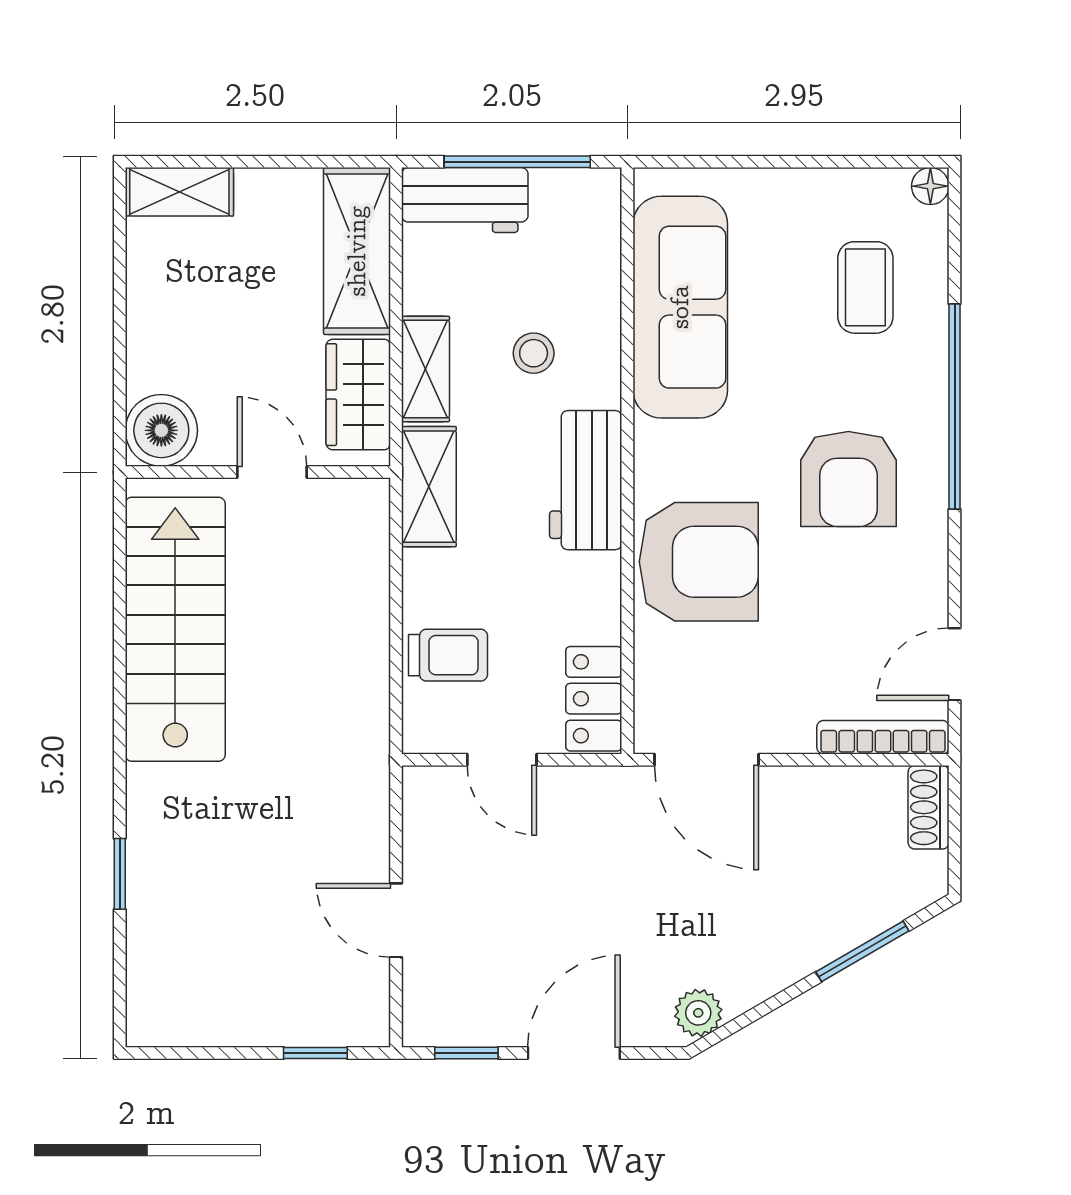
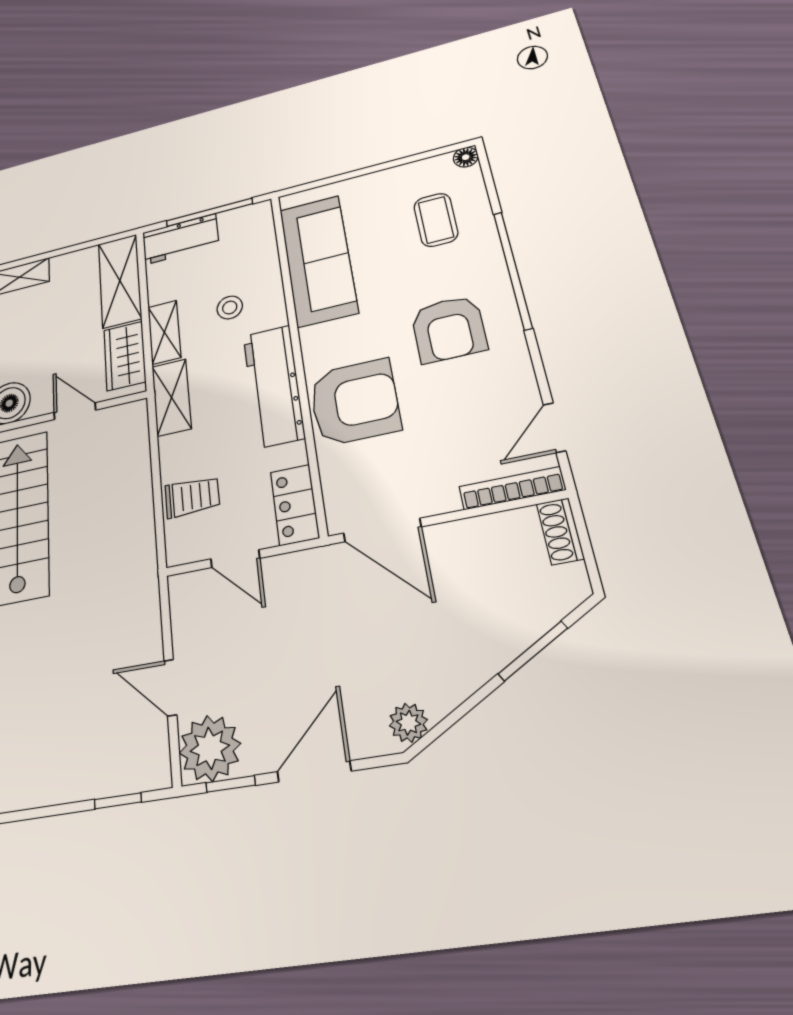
workbench: (586, 480) -> (273, 386), width x1.38
plant: (443, 1006) -> (210, 748), added

